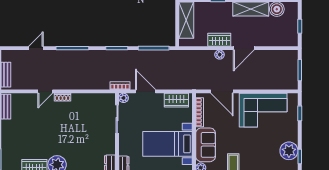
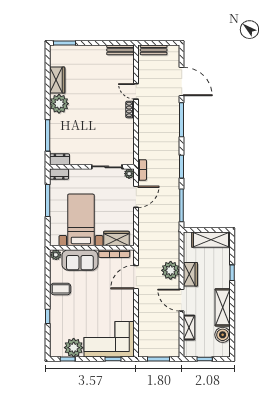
shelving: (270, 41) -> (189, 327), added
door: (36, 48) -> (182, 81), width x1.87
plant: (220, 55) -> (171, 270), width x1.88, depth x1.88
wardrobe: (176, 100) -> (116, 239), moved, turned 90
corner sofa: (263, 110) -> (109, 339), moved, turned 90

